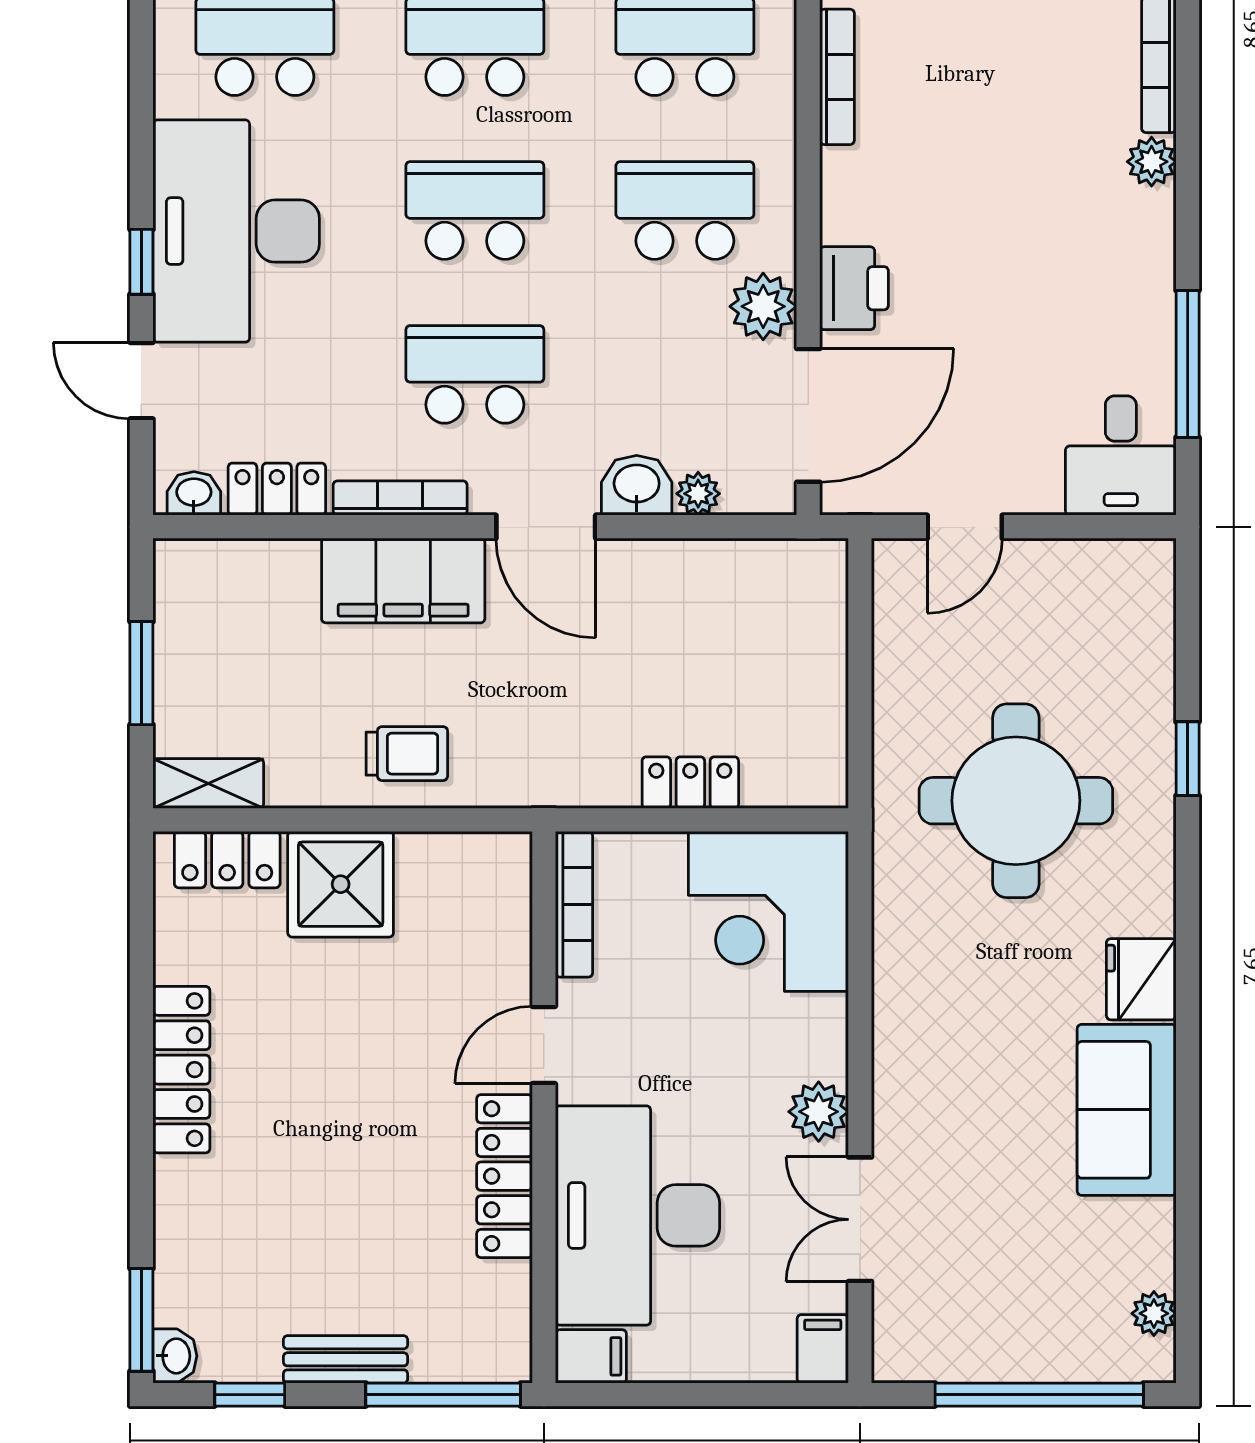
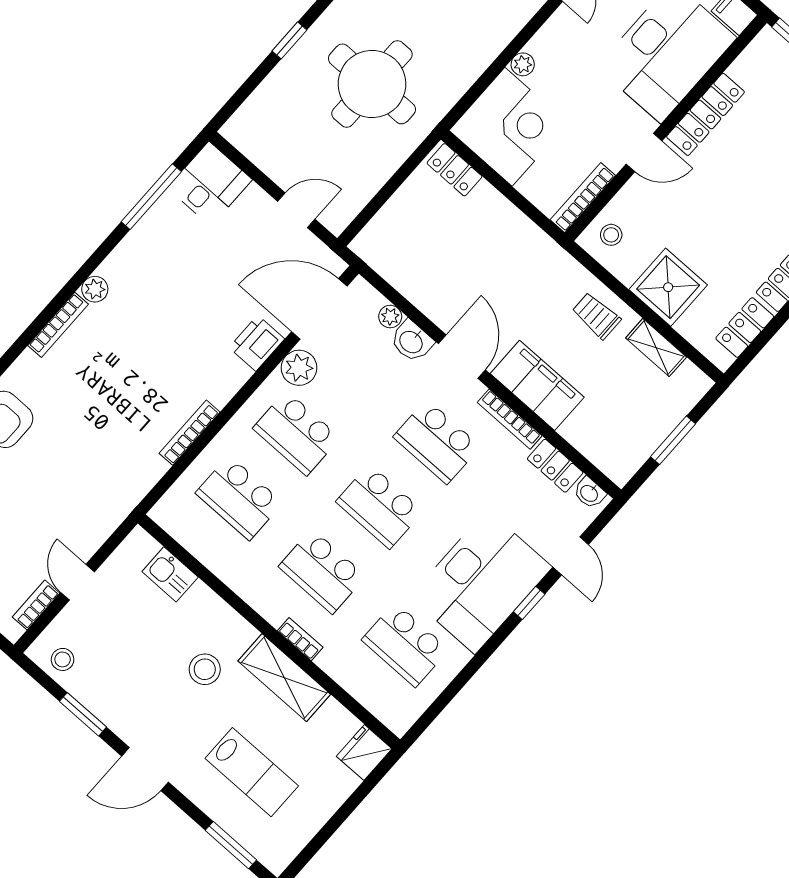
shelving: (208, 783) -> (656, 348), moved
locker: (690, 783) -> (454, 170), moved
locker: (227, 860) -> (745, 328), moved, turned -90
stool: (487, 887) -> (611, 235), added
plant: (819, 1112) -> (523, 64), moved, width x0.73, depth x0.73

